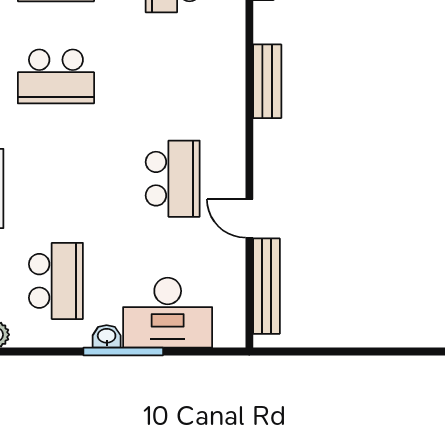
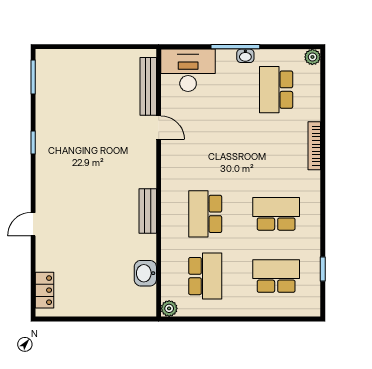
school desk: (173, 179) -> (205, 214), moved
desk: (168, 313) -> (188, 70), moved

